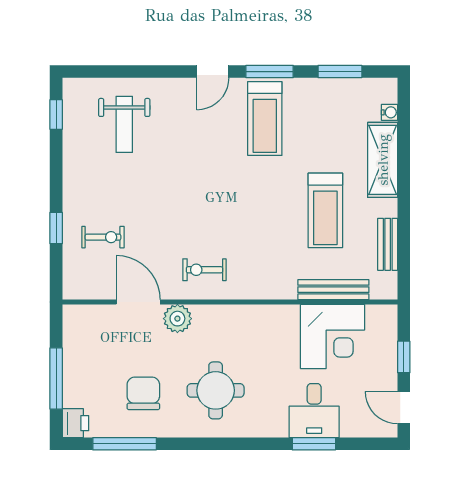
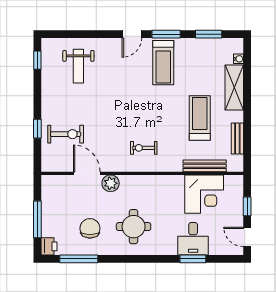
treadmill: (325, 210) -> (200, 118), turned 180
exercise bike: (103, 237) -> (66, 134), width x1.38, depth x1.39
exercise bike: (204, 270) -> (144, 148), moved

